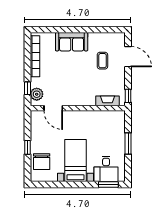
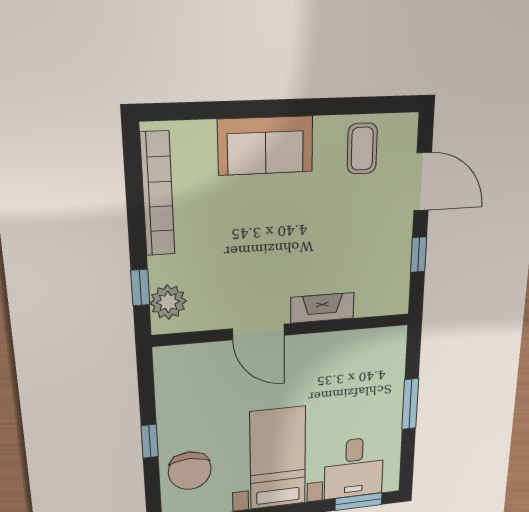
coffee table: (102, 61) -> (362, 149), moved
window: (128, 96) -> (419, 255), moved
fireplace: (107, 101) -> (322, 308), moved
door: (53, 108) -> (258, 332), moved

